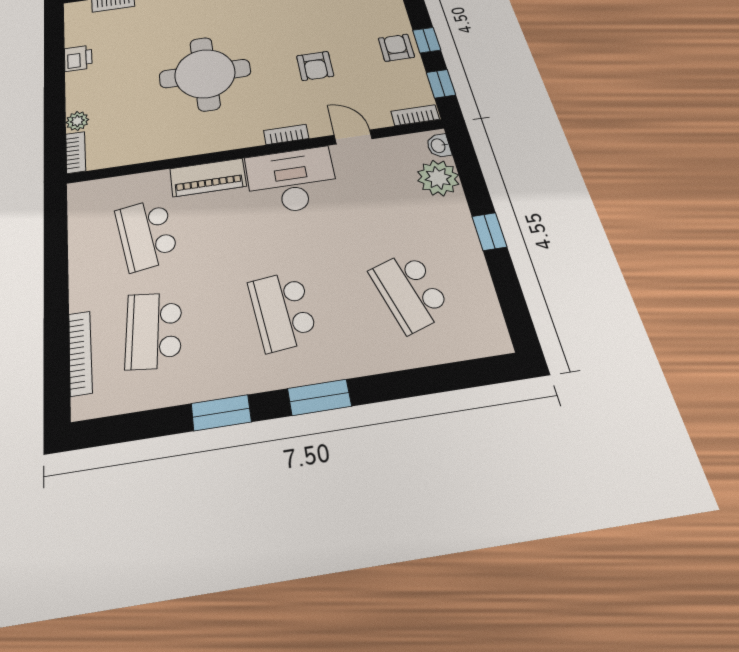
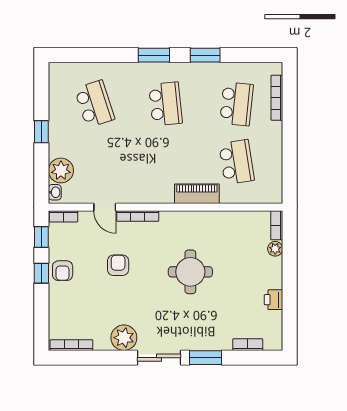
round table: (205, 74) -> (190, 272), width x0.73, depth x0.73
bookcase: (286, 134) -> (138, 216), width x1.56
desk: (292, 180) -> (147, 183), removed

